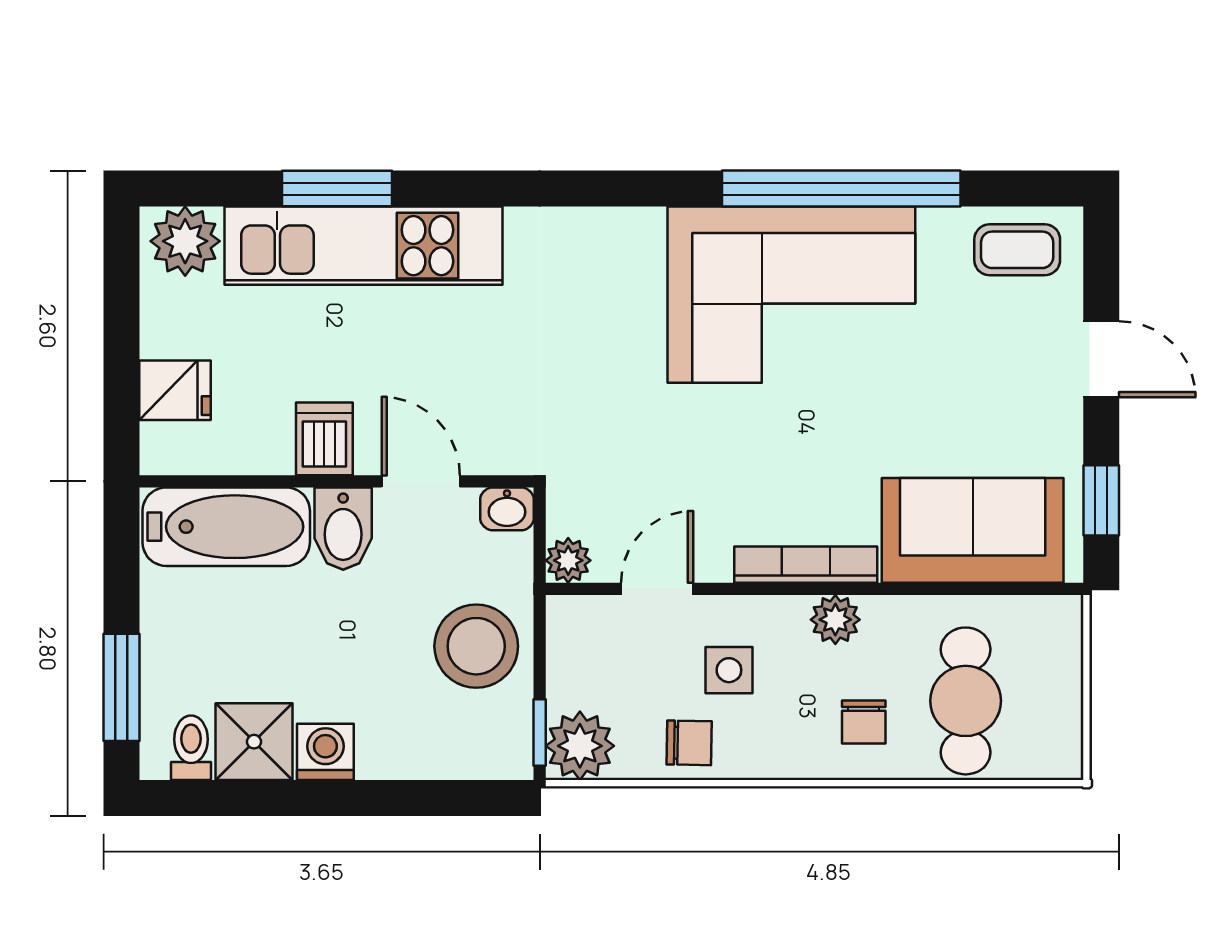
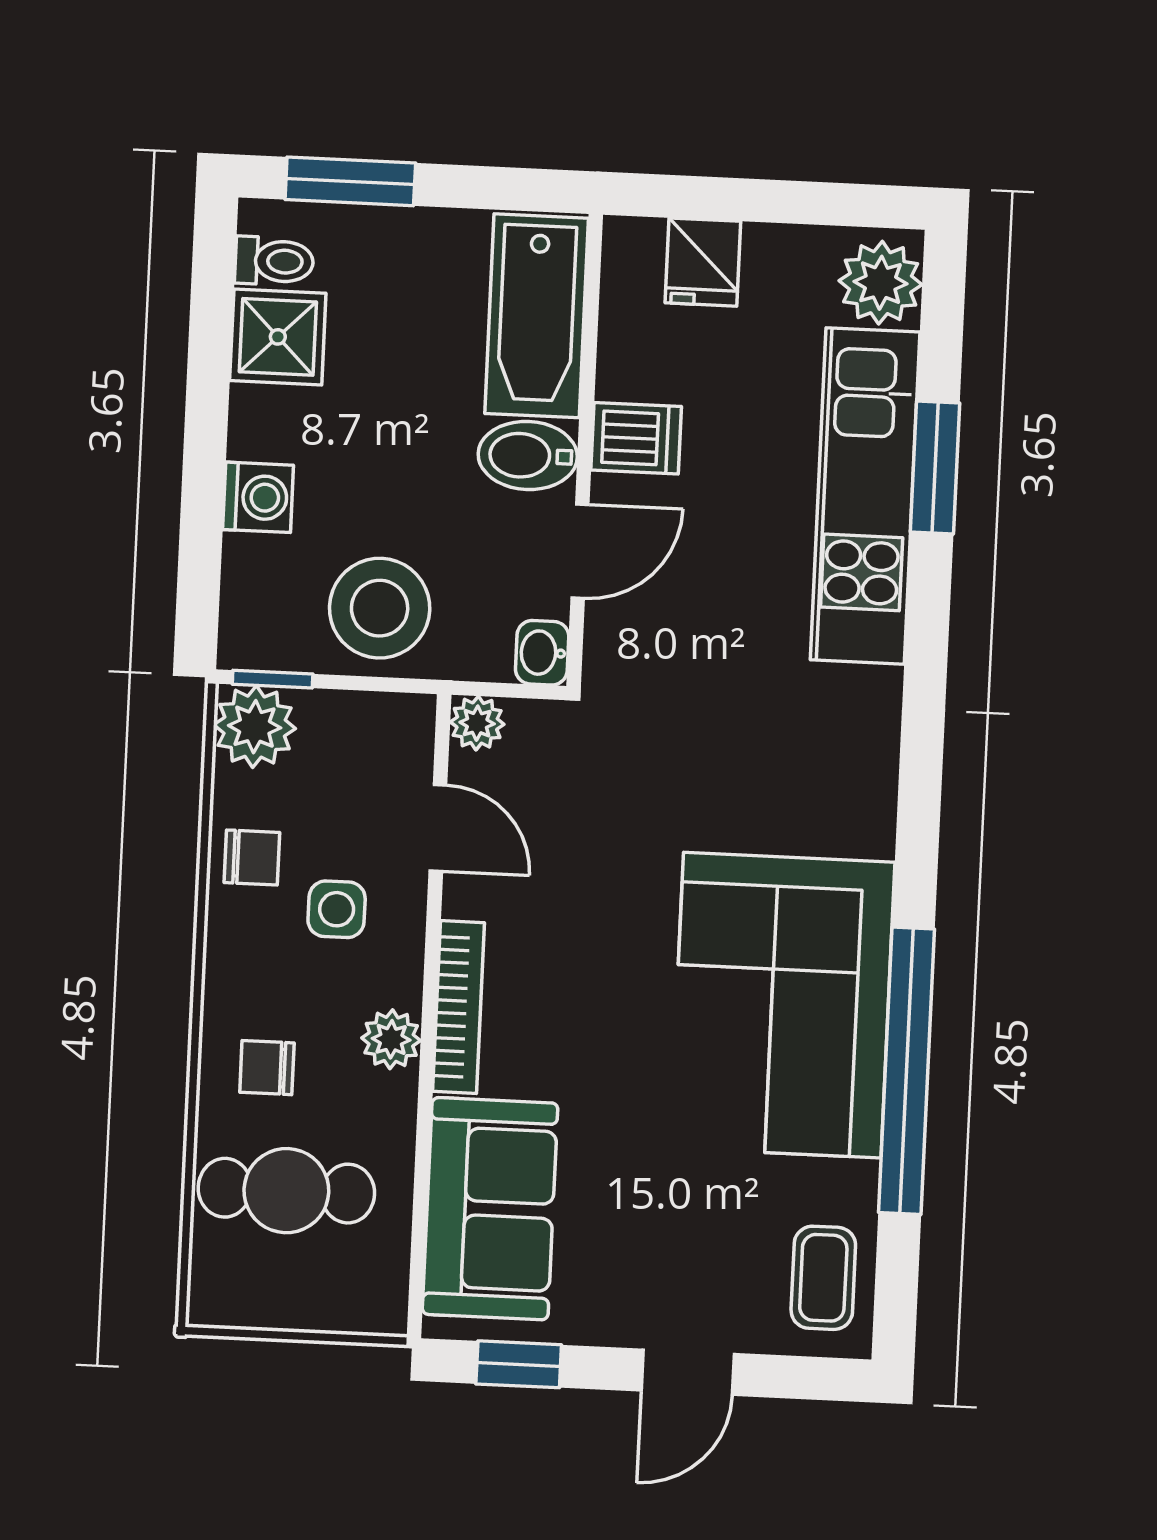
chair: (689, 743) -> (252, 857), turned -91
washing machine: (325, 752) -> (258, 497), moved

